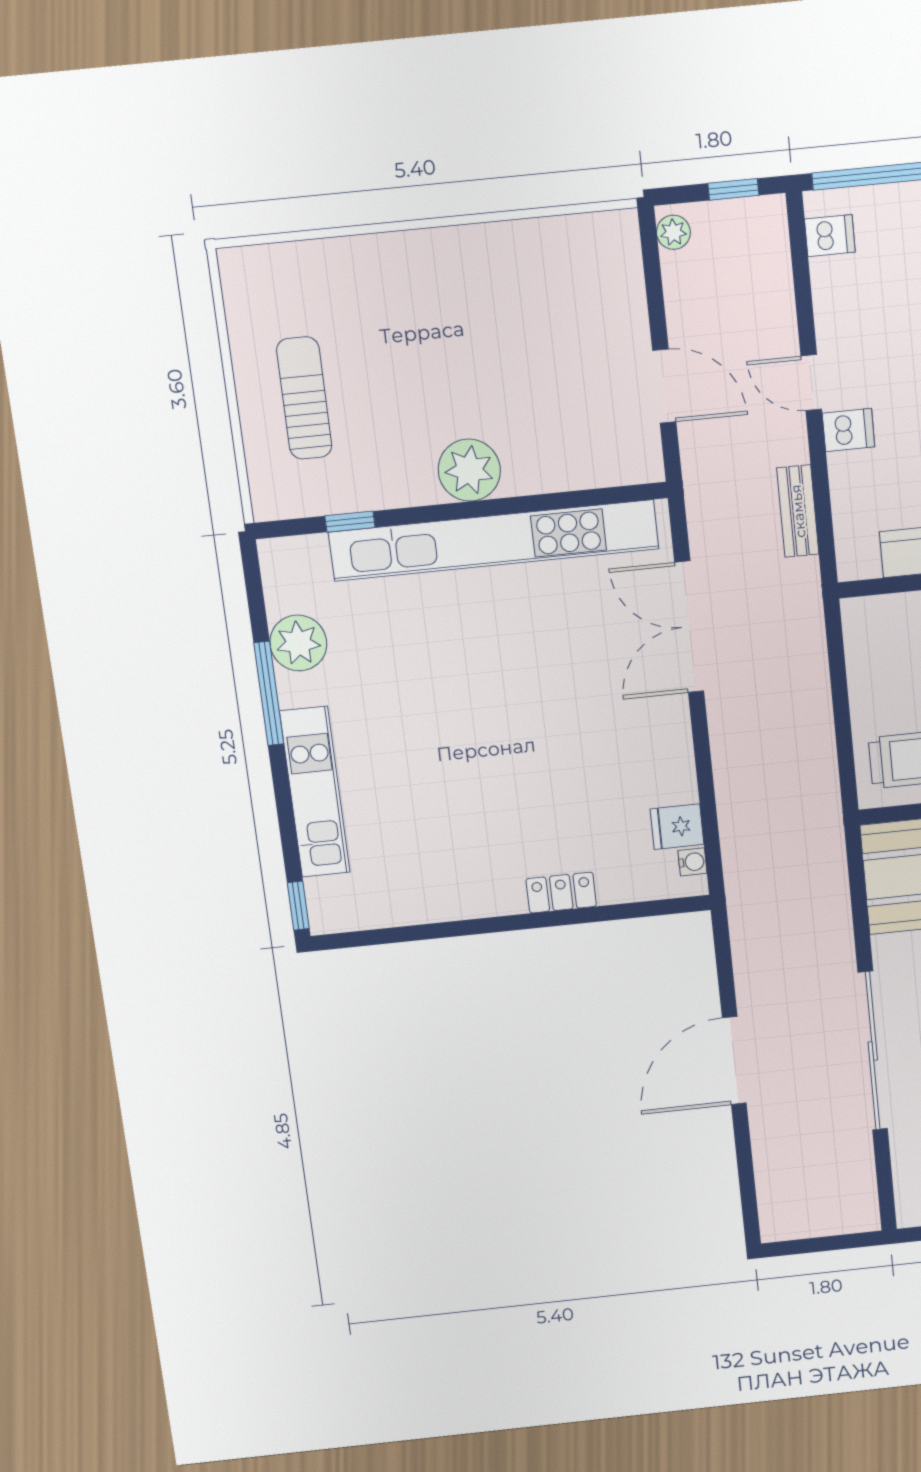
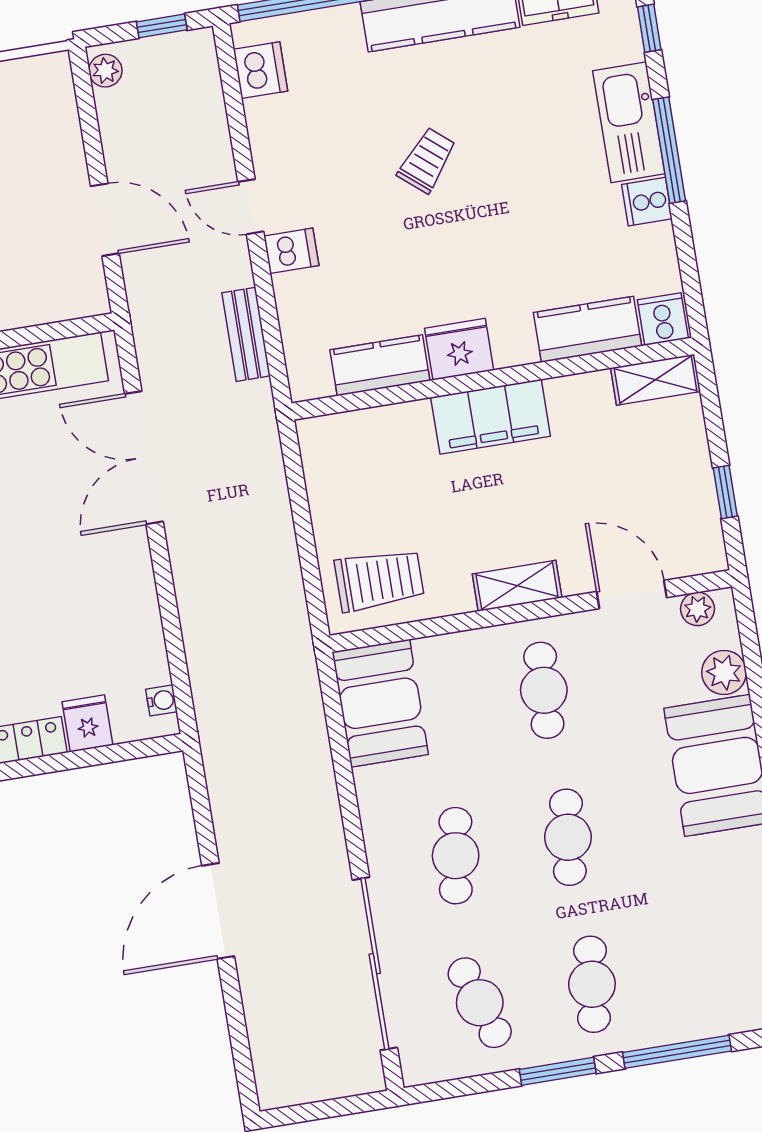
dishwasher: (830, 236) -> (260, 70), width x1.38
fridge: (677, 827) -> (87, 723), moved, turned 90
sliding door: (873, 1051) -> (375, 964), moved

